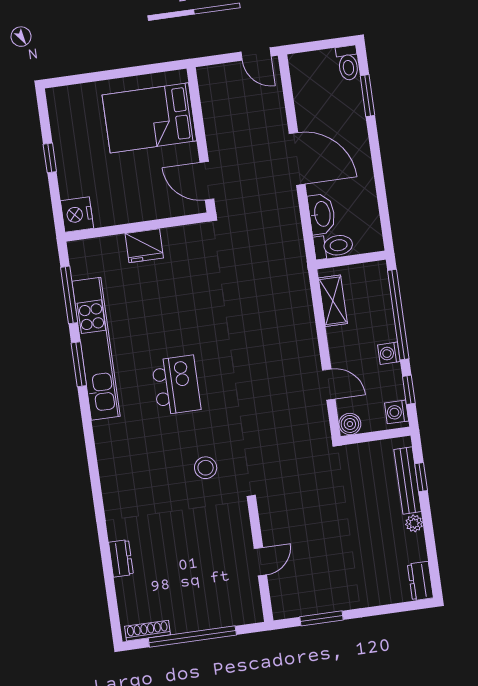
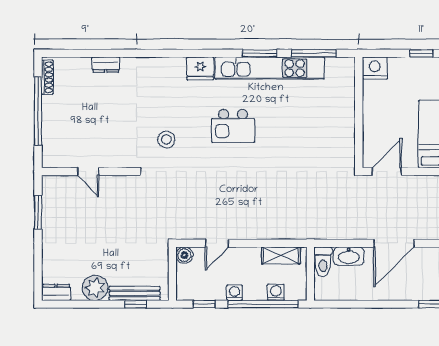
fridge: (144, 246) -> (200, 68), moved, turned -90
washing machine: (397, 412) -> (276, 292), moved
plant: (414, 523) -> (95, 288), width x1.88, depth x1.88

